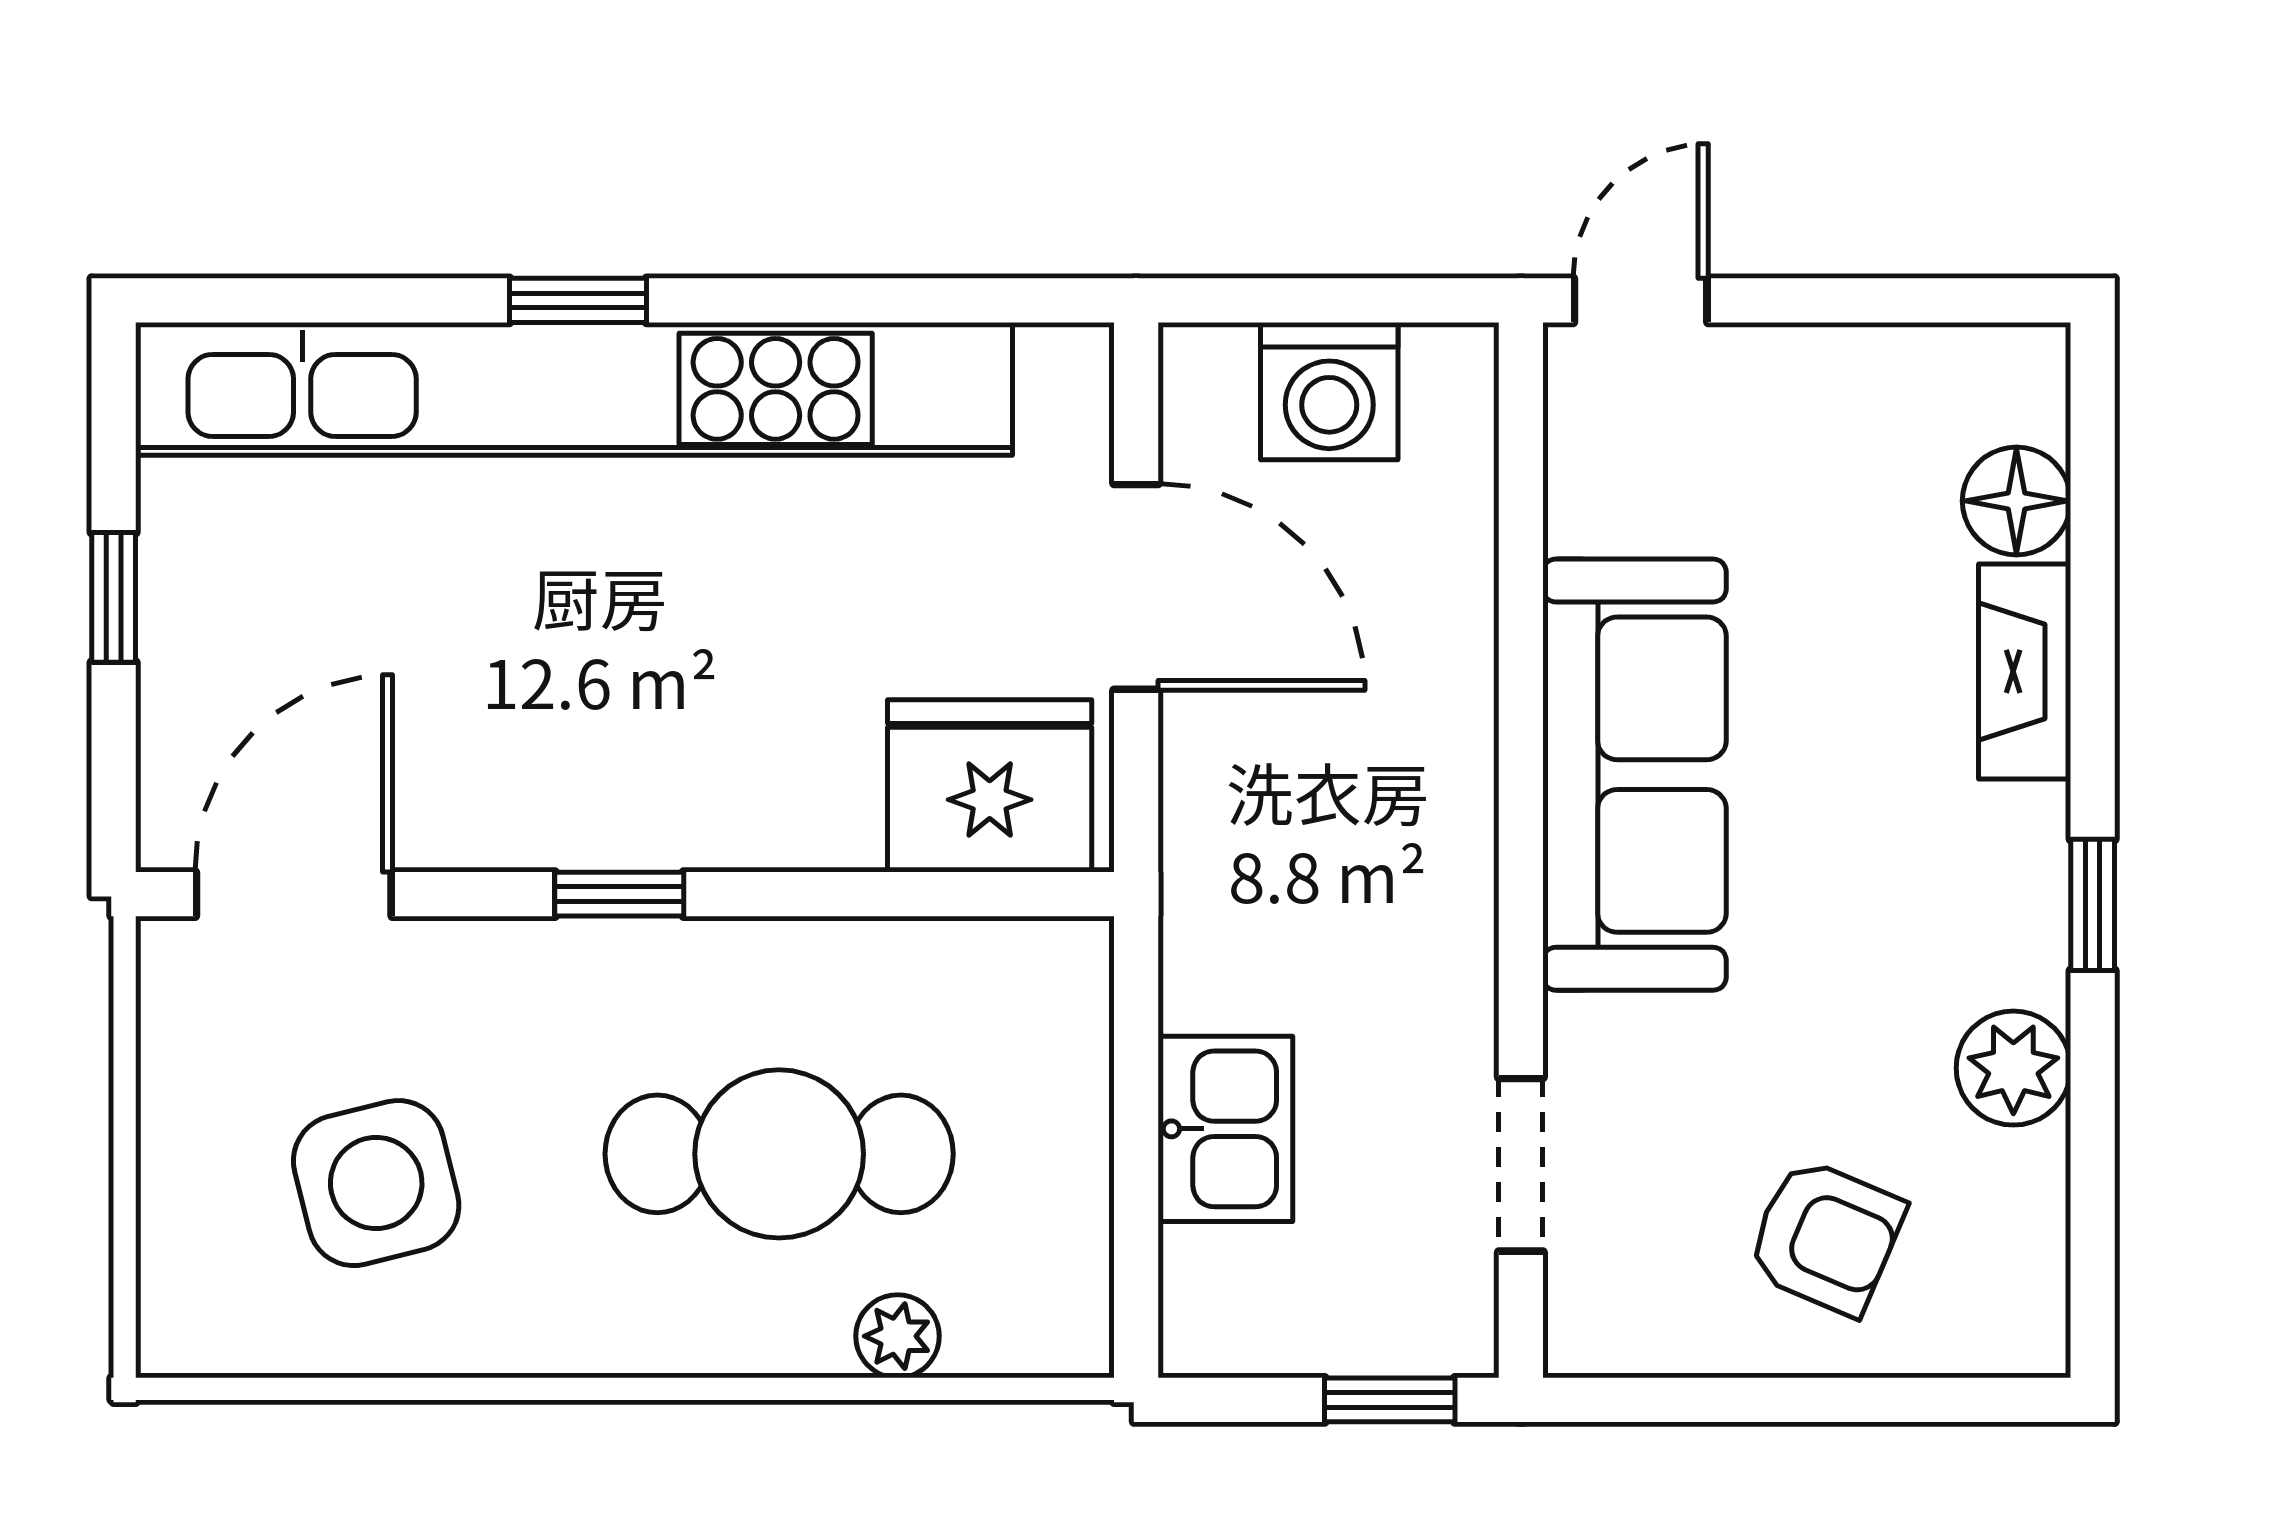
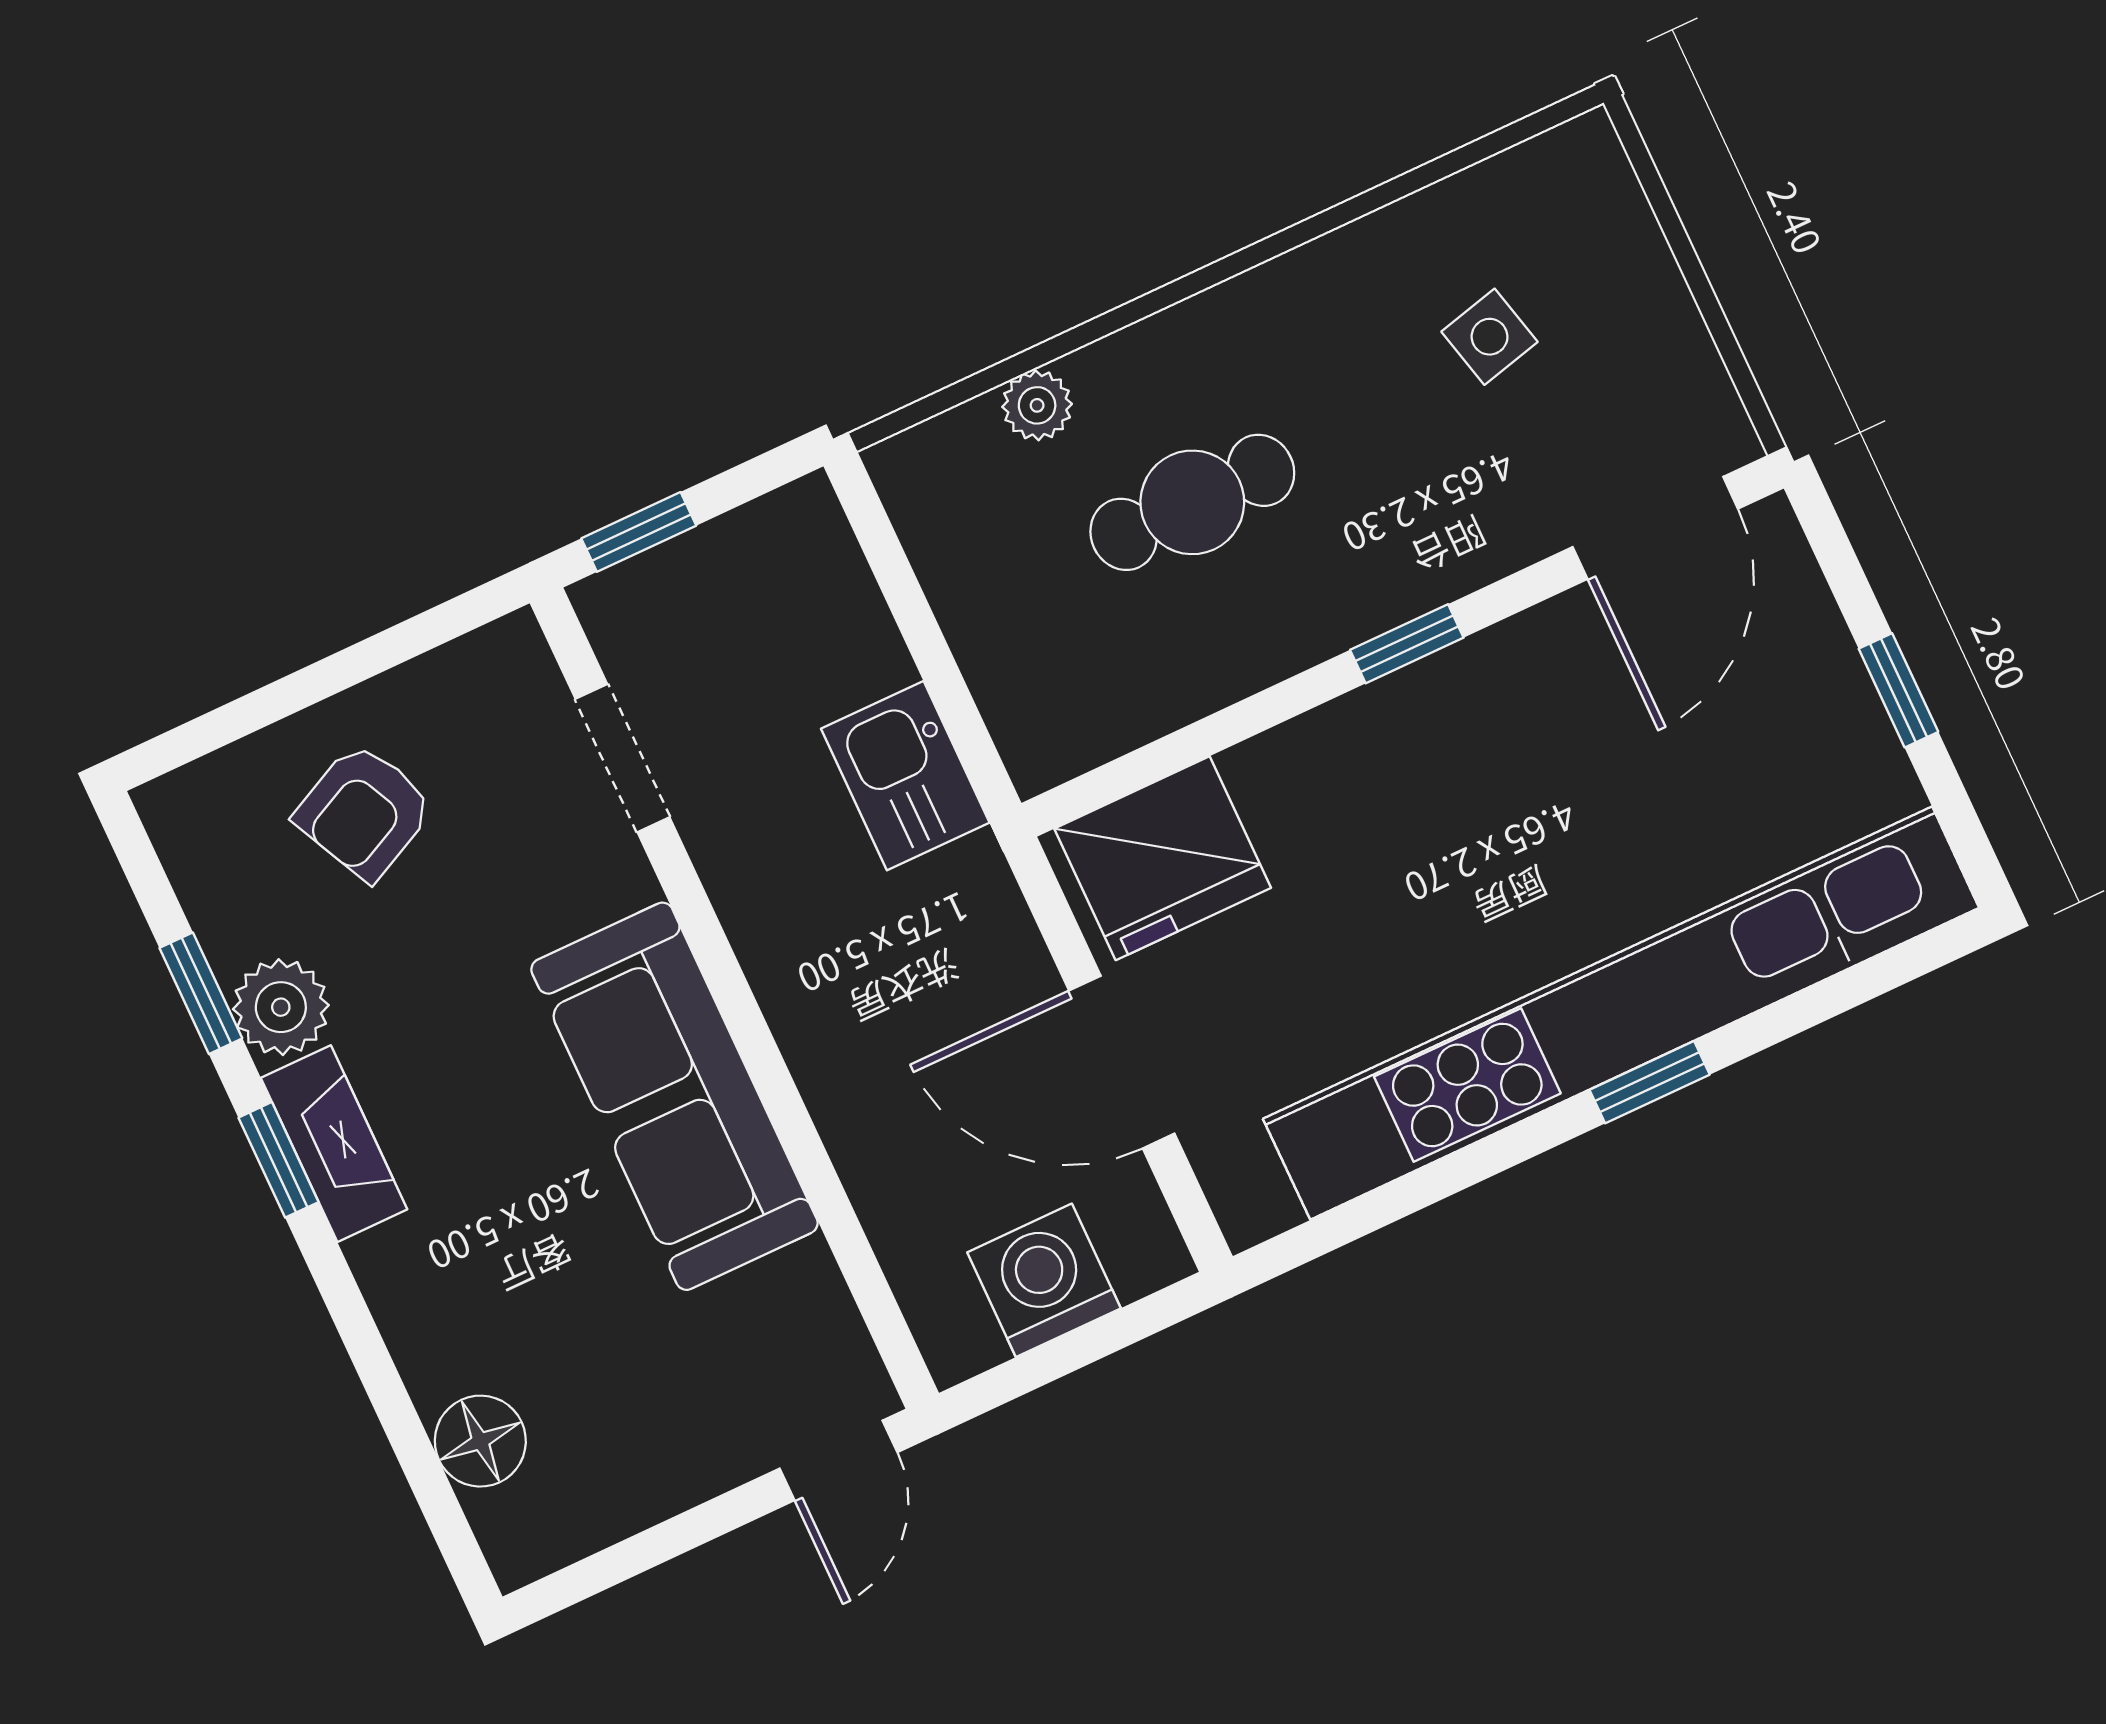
fireplace: (2025, 671) -> (334, 1144), moved
window: (2093, 1123) -> (201, 993), added
kitchen sink: (1225, 1129) -> (905, 776), moved
cafe table: (779, 1154) -> (1192, 502), width x0.73, depth x0.74
side table: (376, 1183) -> (1490, 337), width x0.54, depth x0.54
armchair: (1826, 1237) -> (364, 812), turned -49

